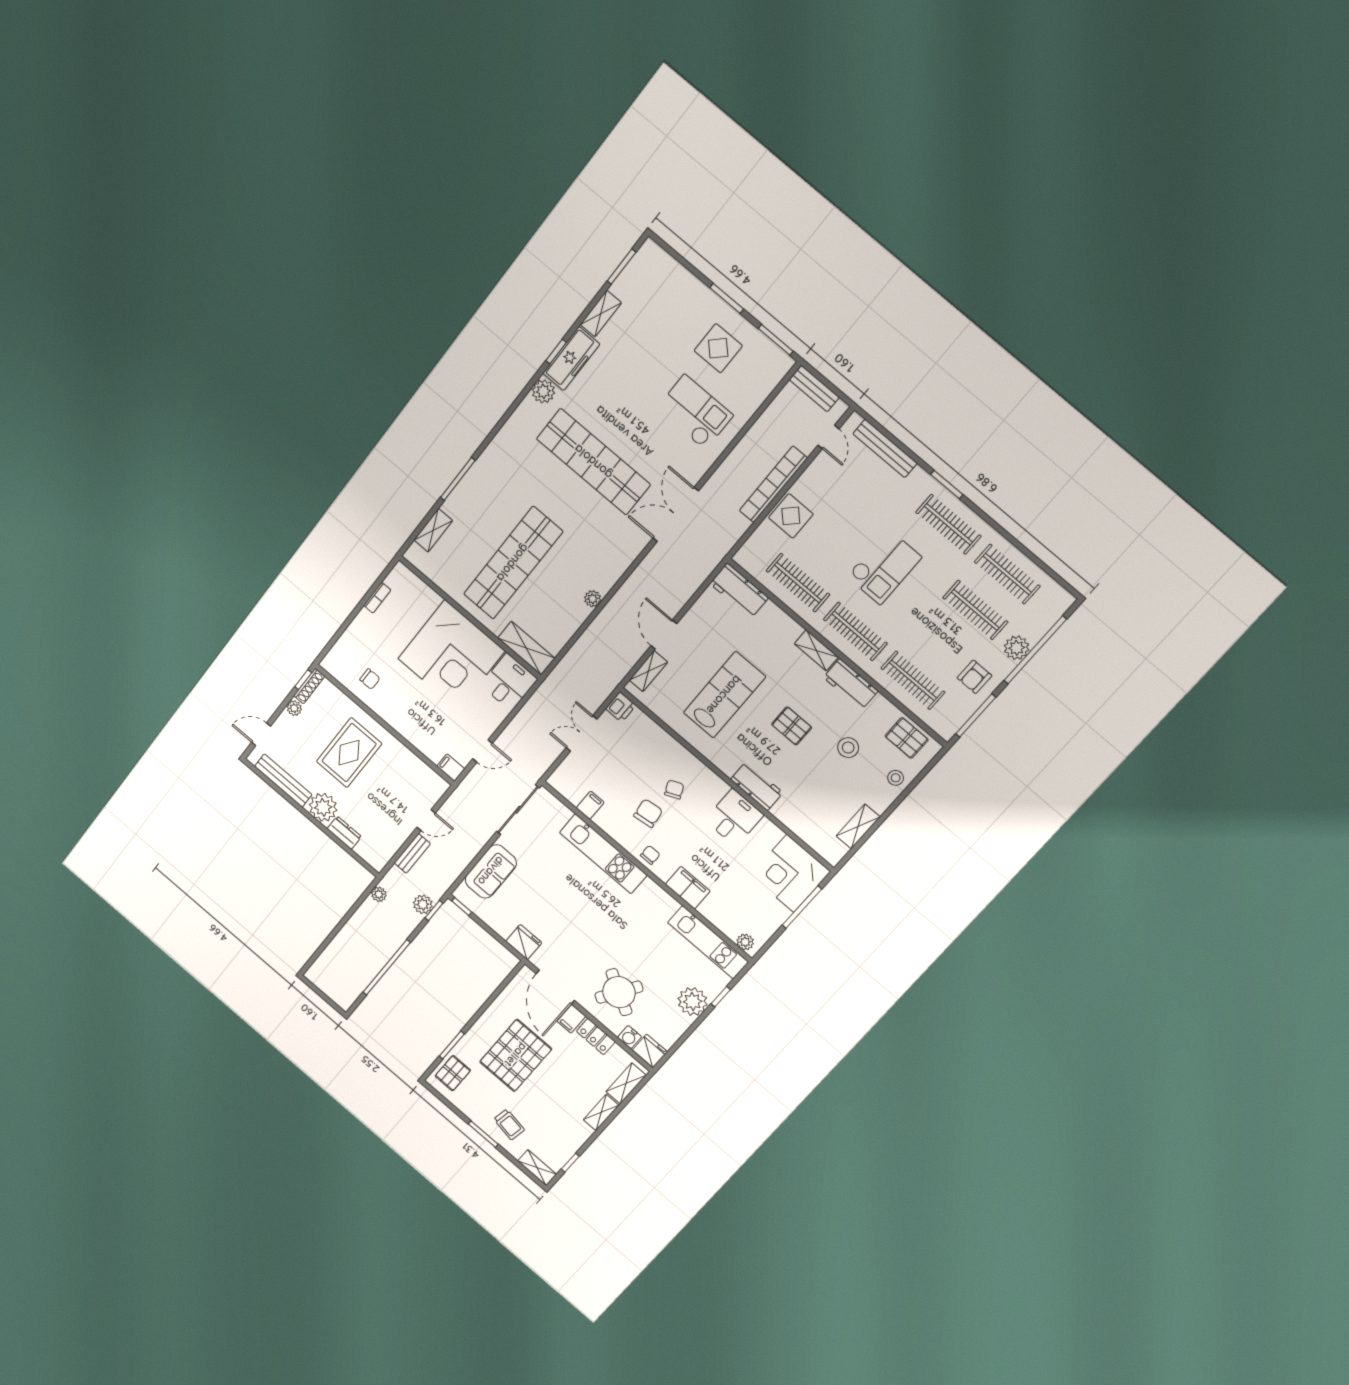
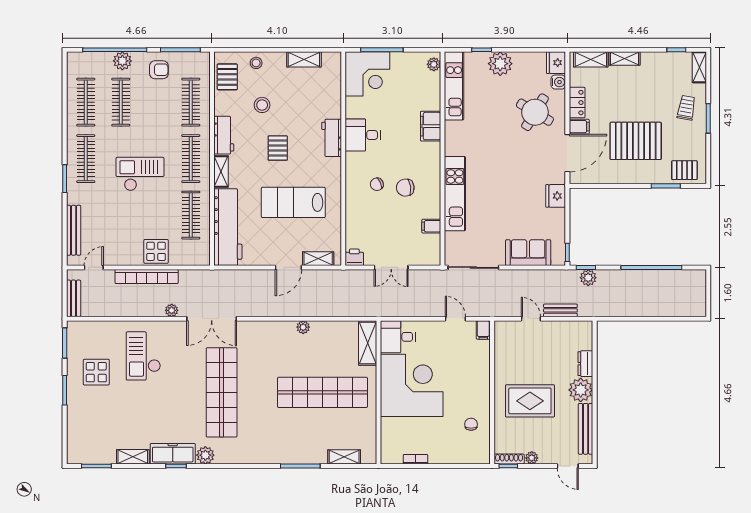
workbench: (739, 591) -> (228, 227), width x1.88, depth x1.32
chair: (650, 855) -> (430, 165), removed
plant: (379, 894) -> (172, 310), moved

